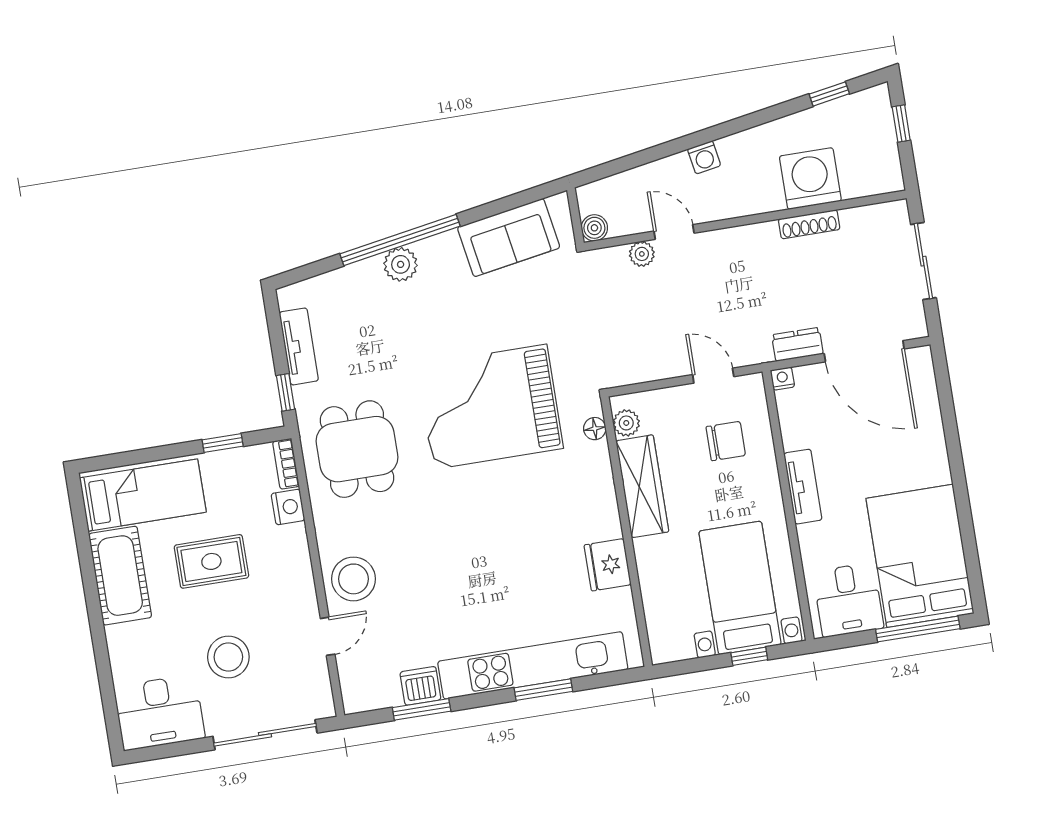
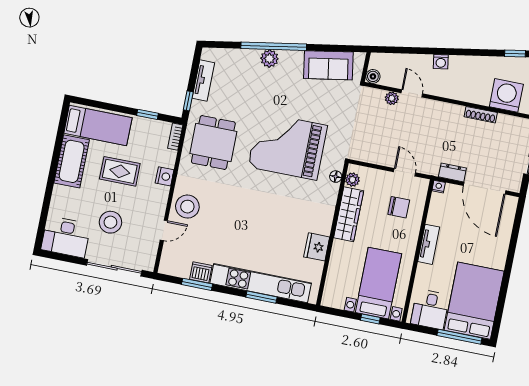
washing machine: (810, 179) -> (506, 95), moved
nightstand: (288, 507) -> (165, 176), moved

